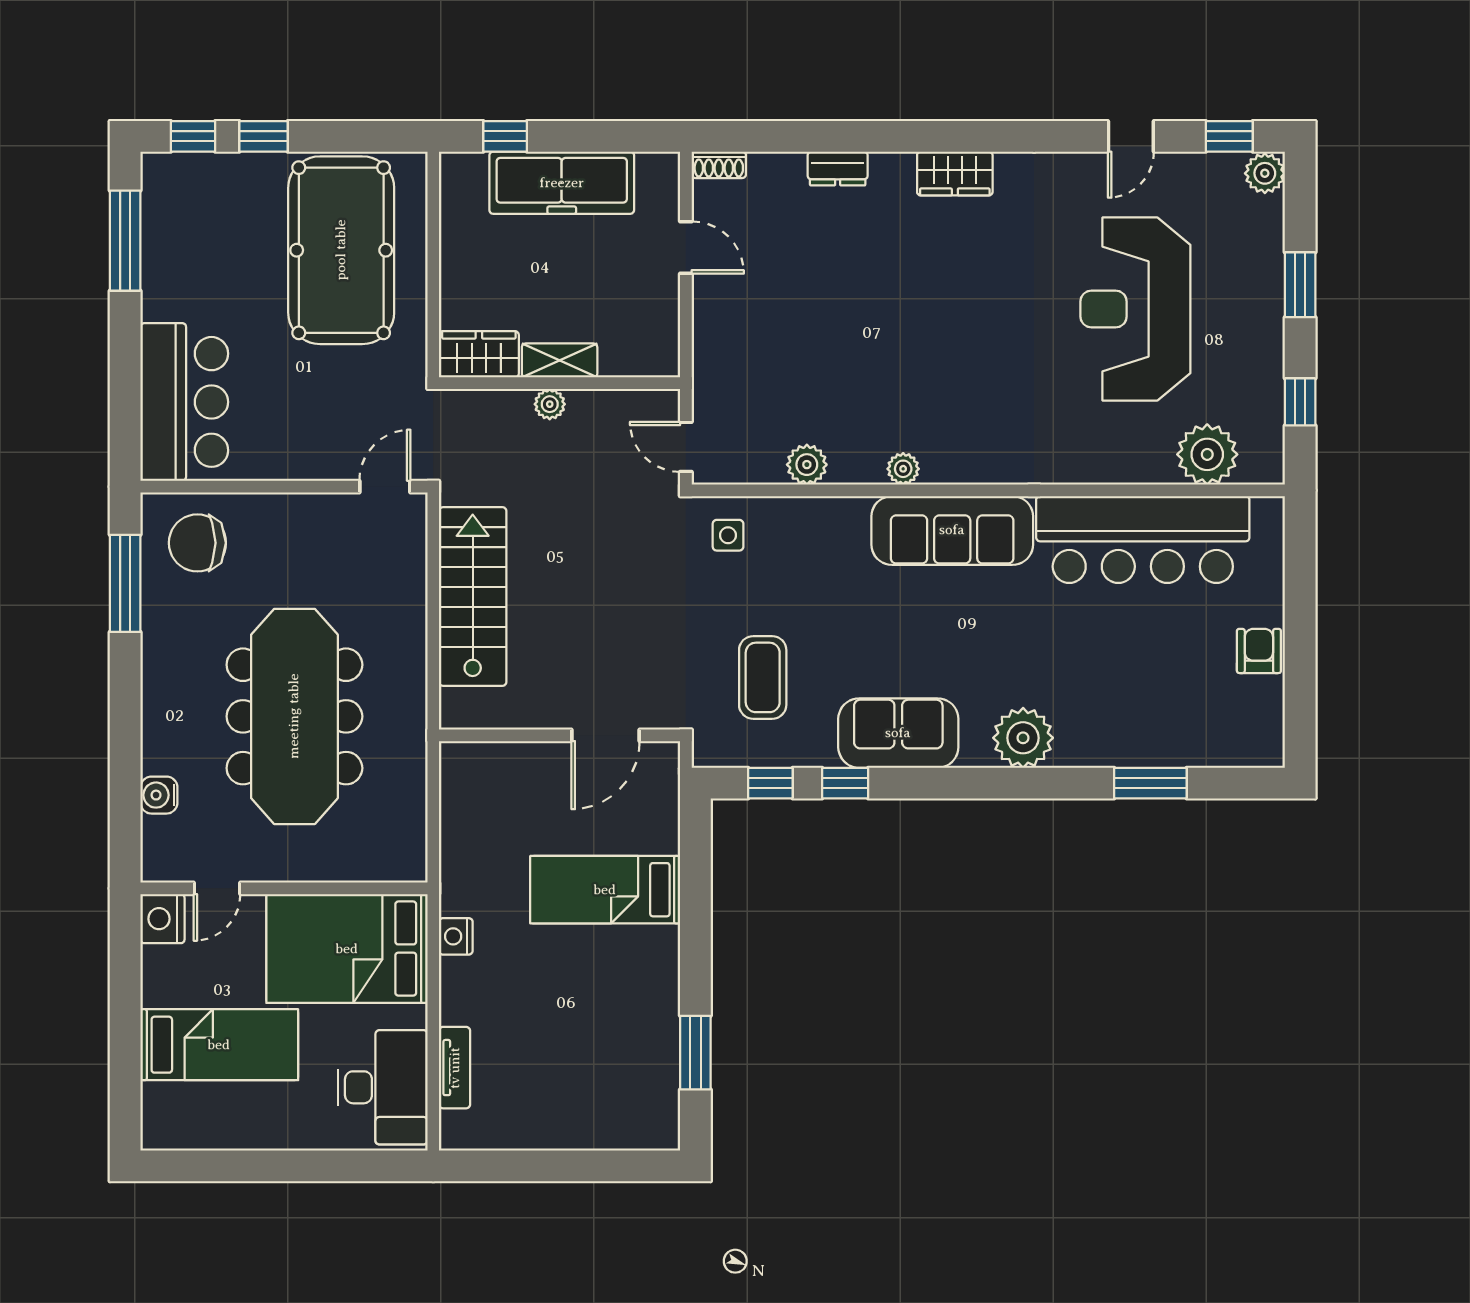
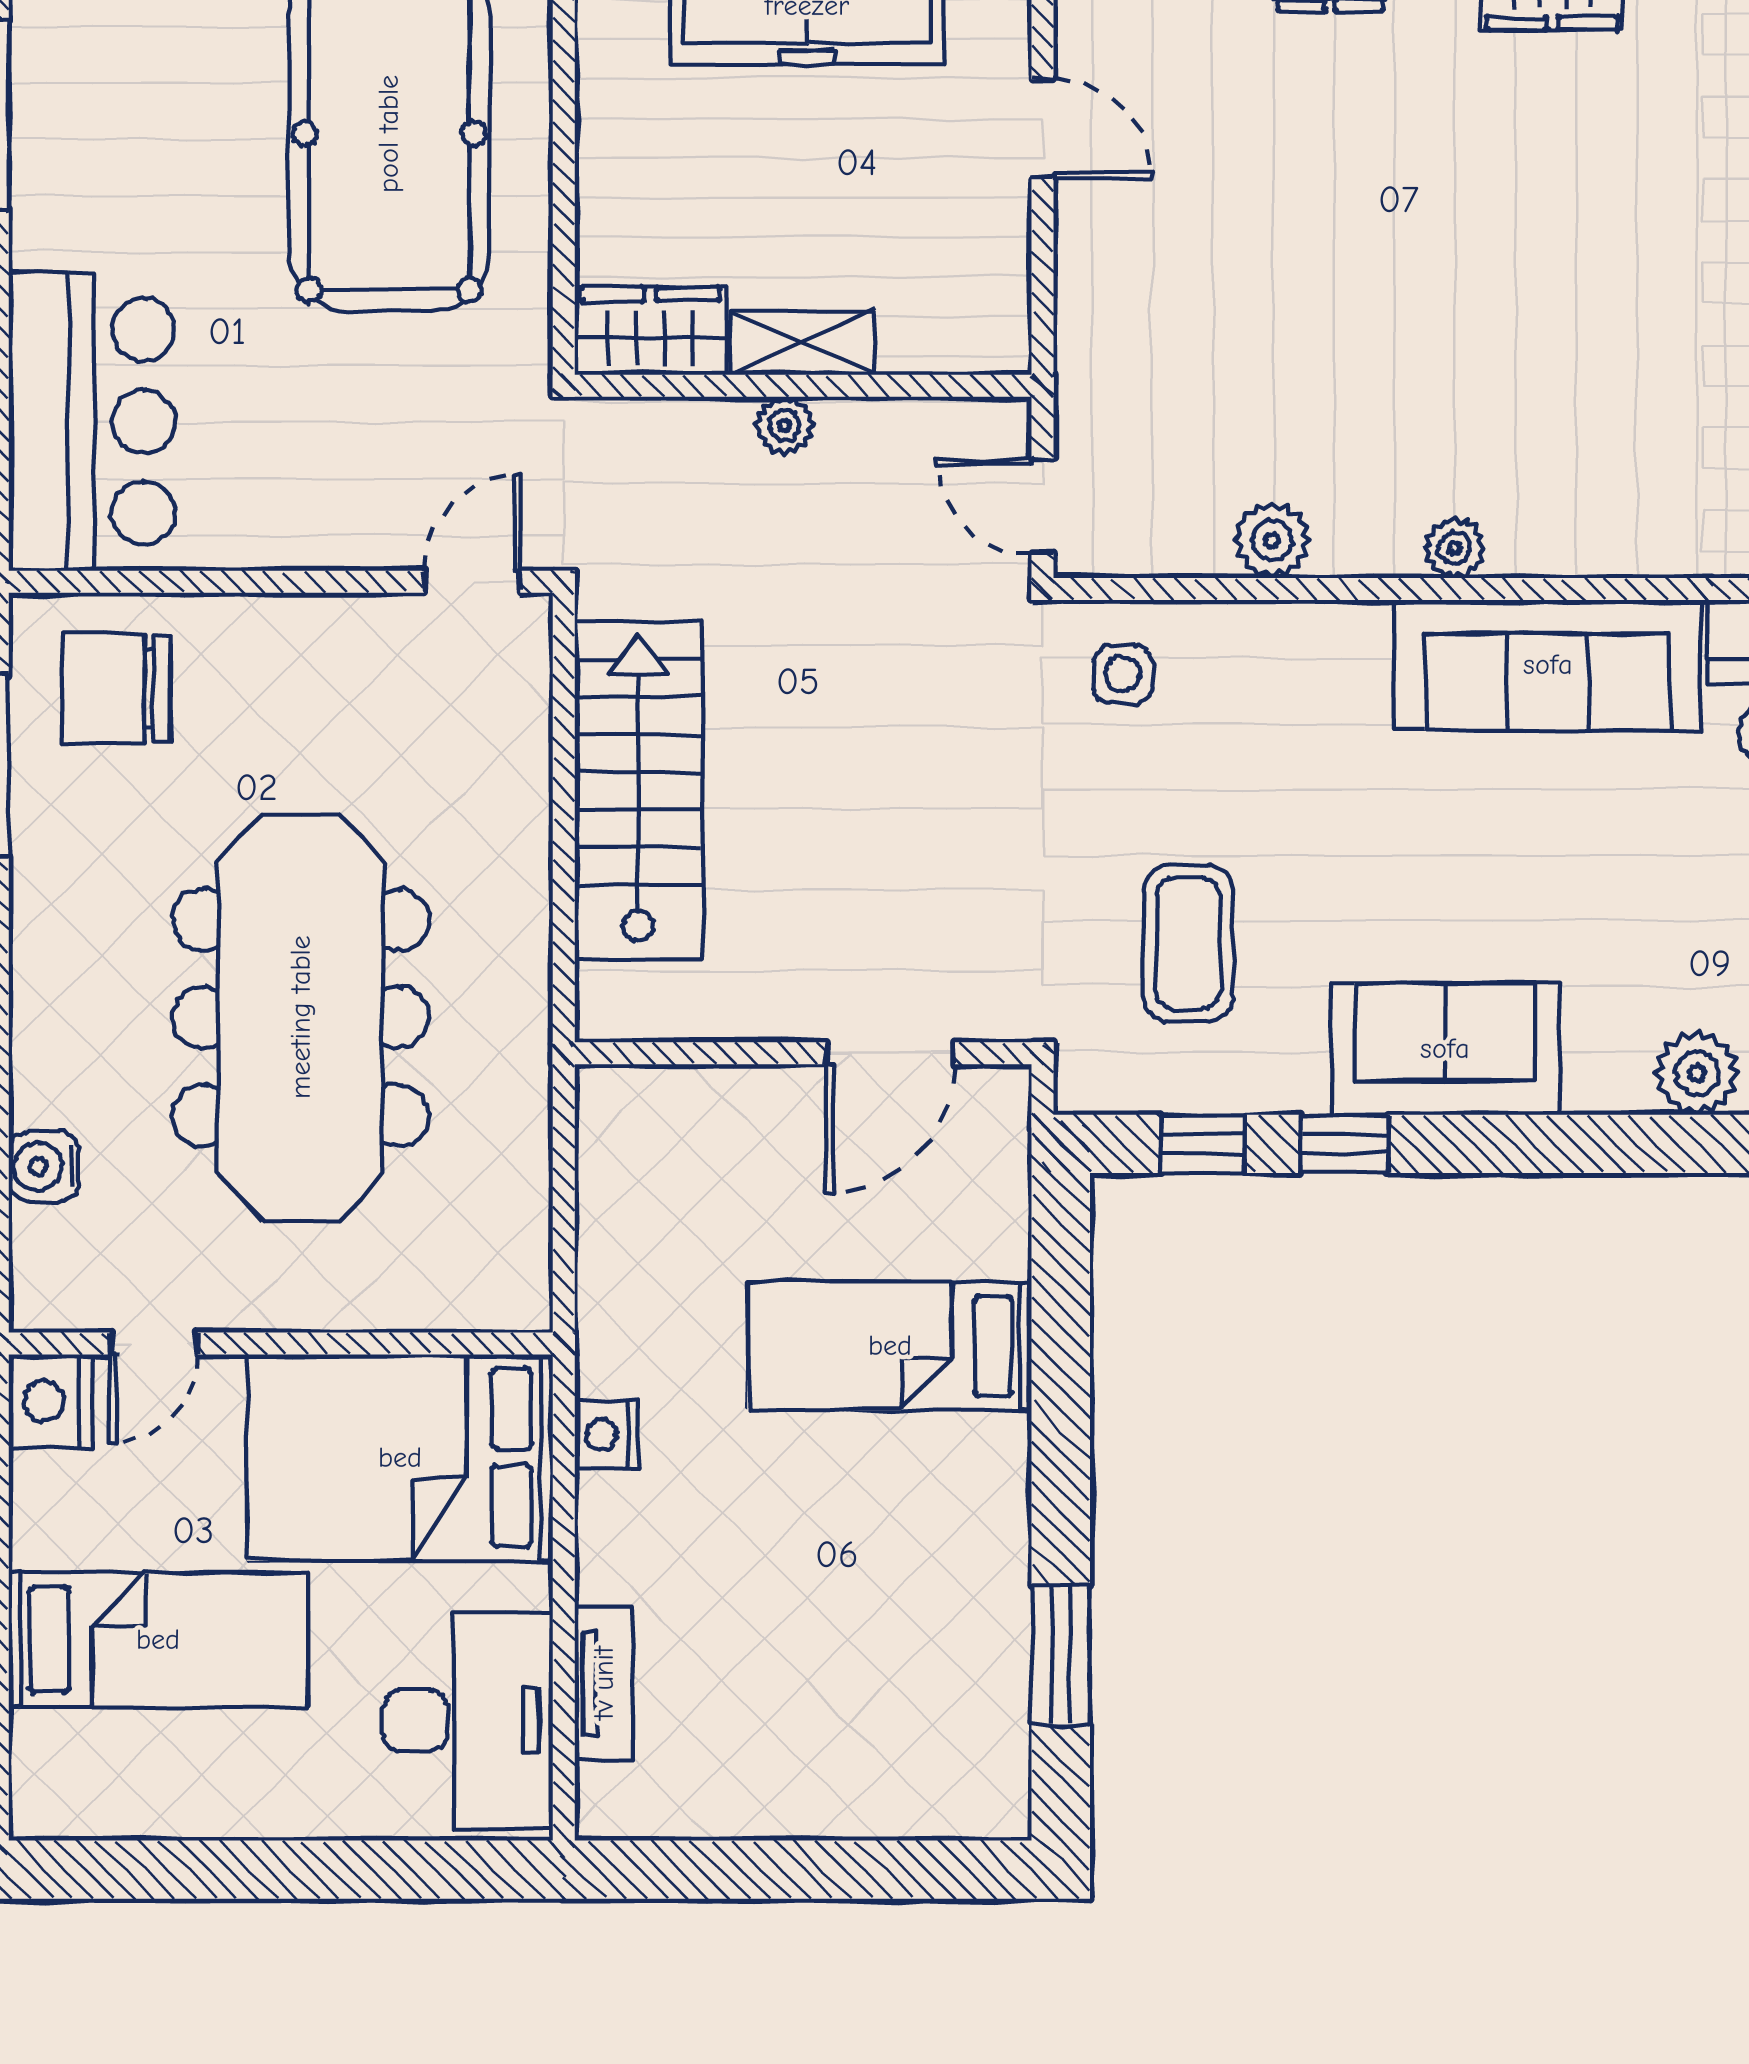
plant: (1023, 738) -> (1697, 1073), width x0.73, depth x0.73

